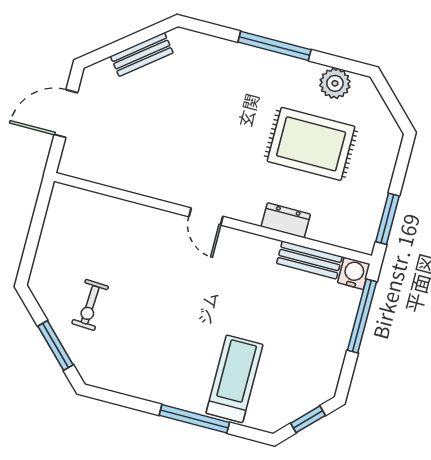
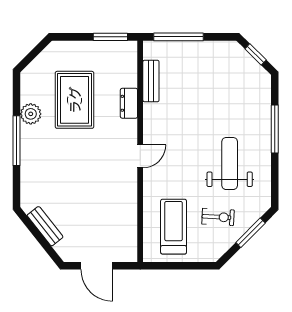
plant: (335, 83) -> (31, 114), moved
water cooler: (354, 273) -> (152, 50), removed
weight bench: (162, 341) -> (230, 164), added
treadmill: (235, 379) -> (174, 227), moved, turned 90

